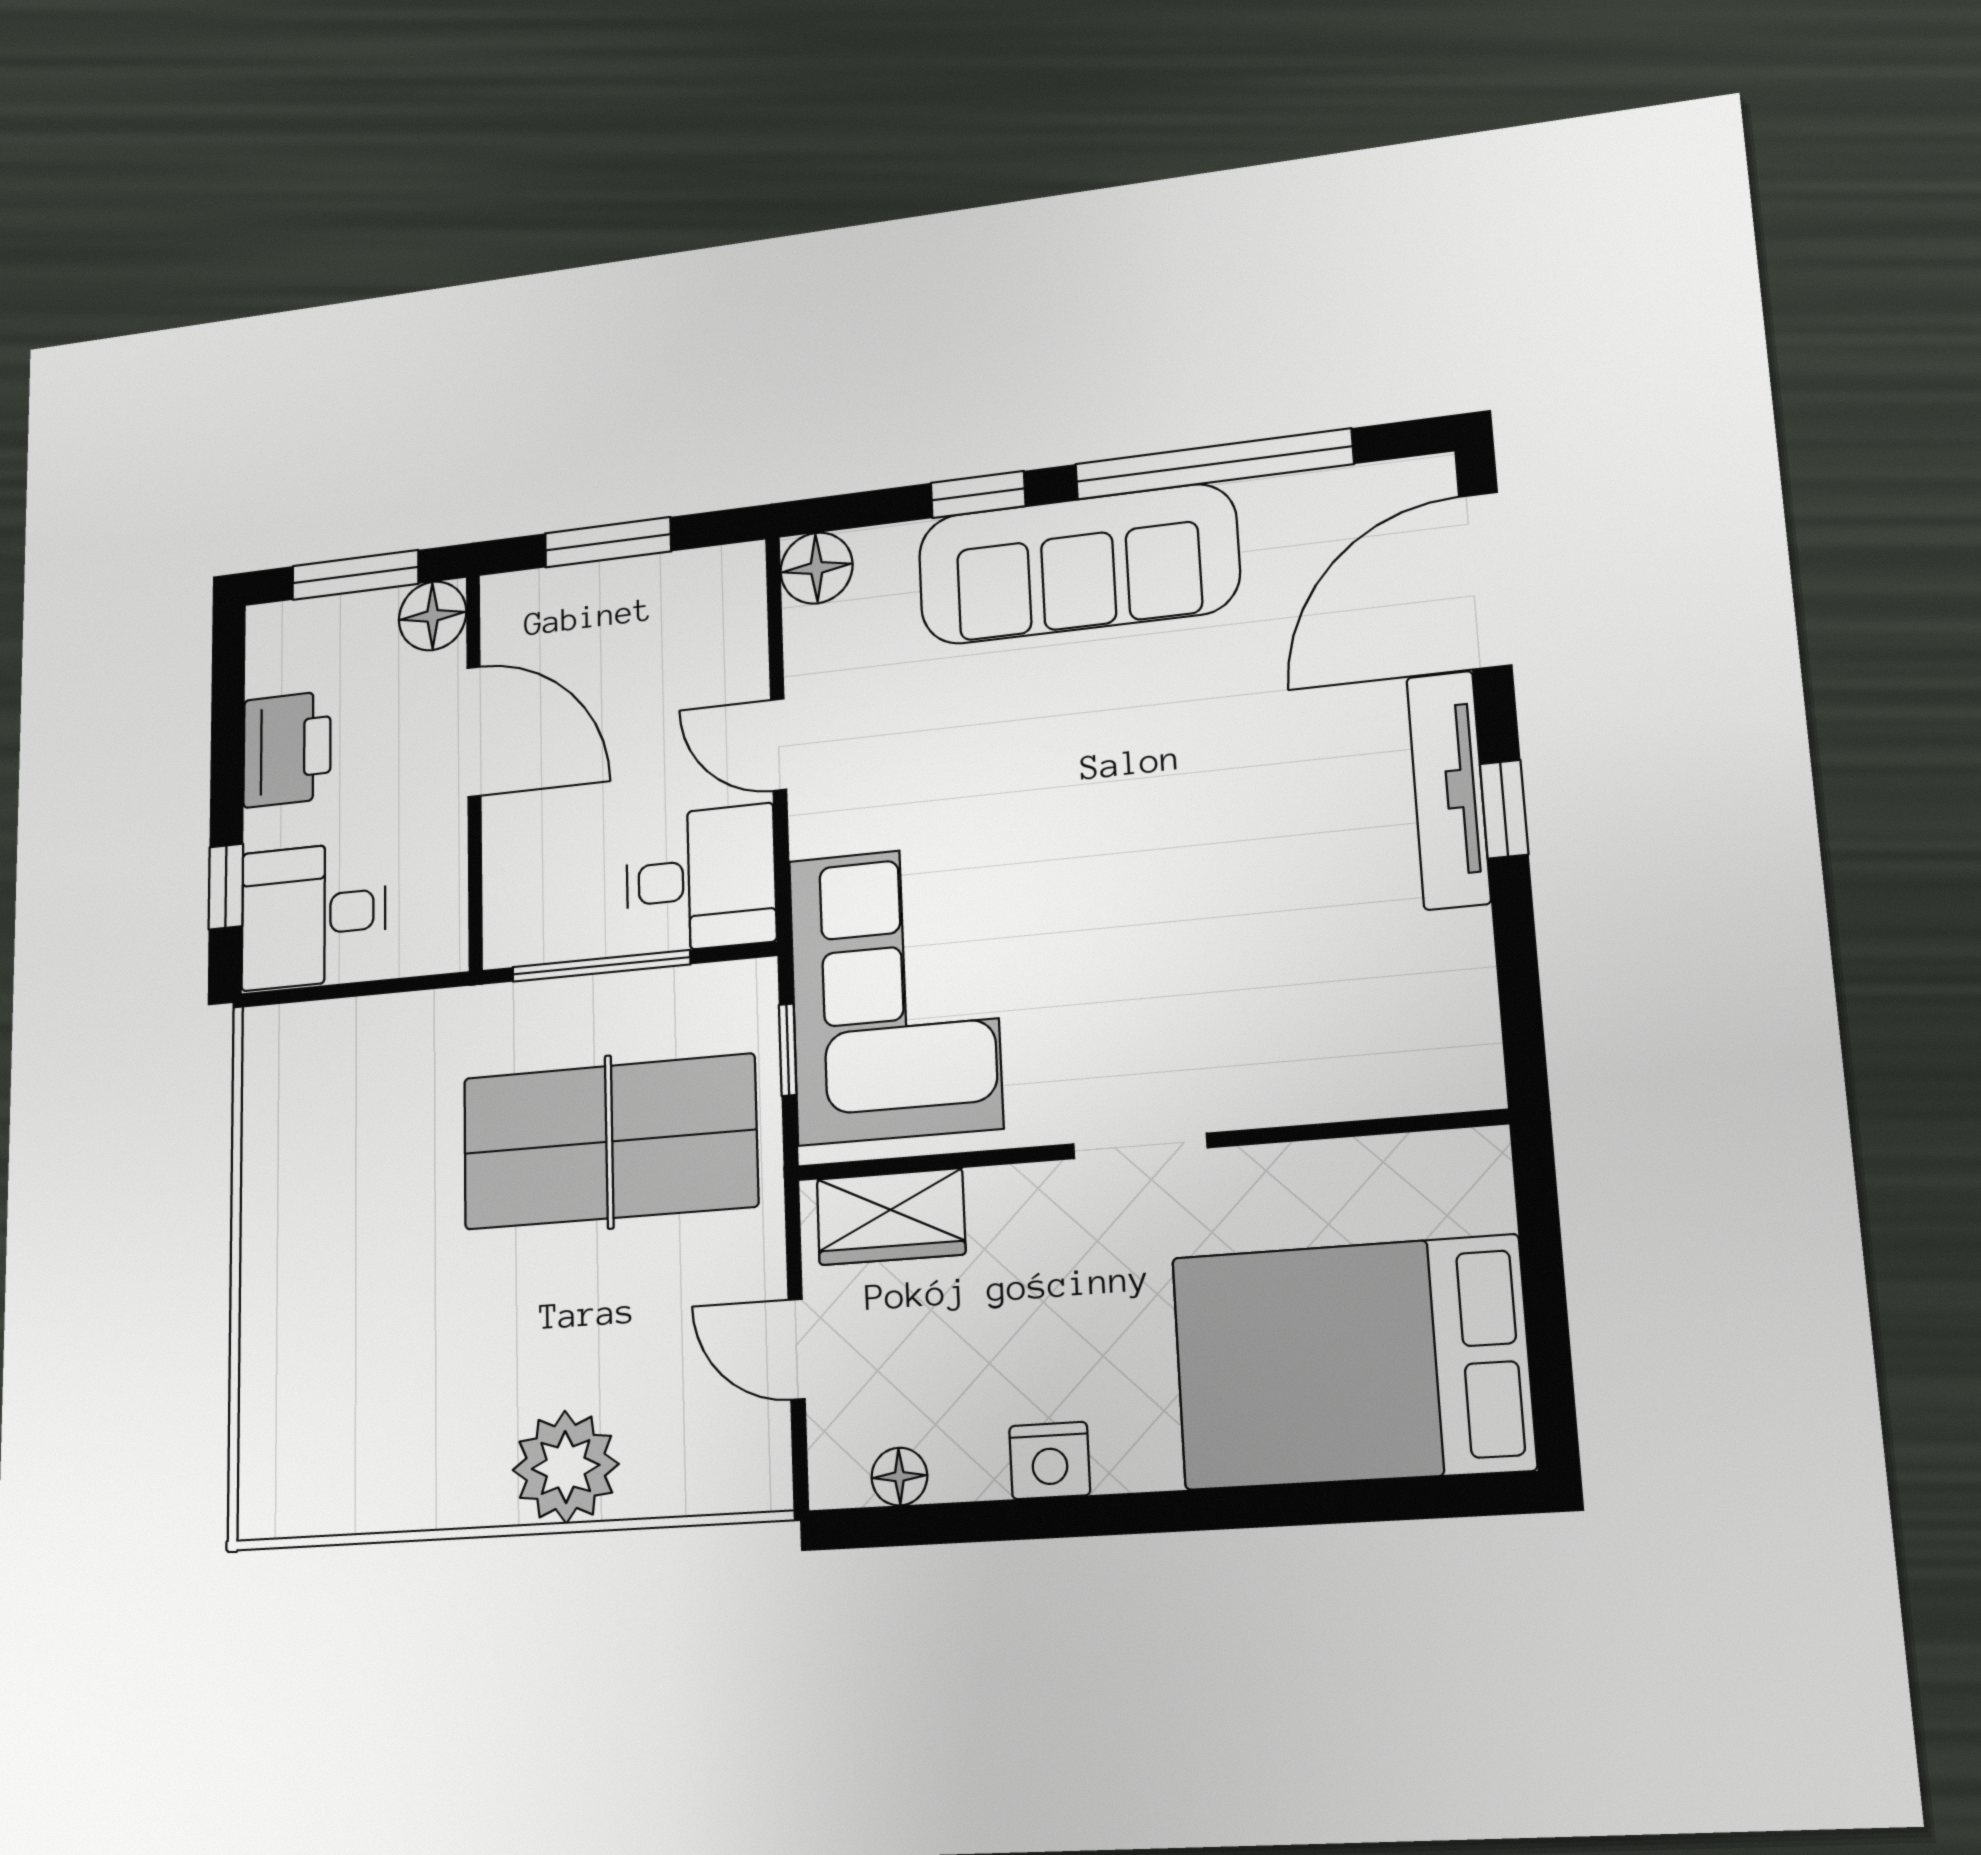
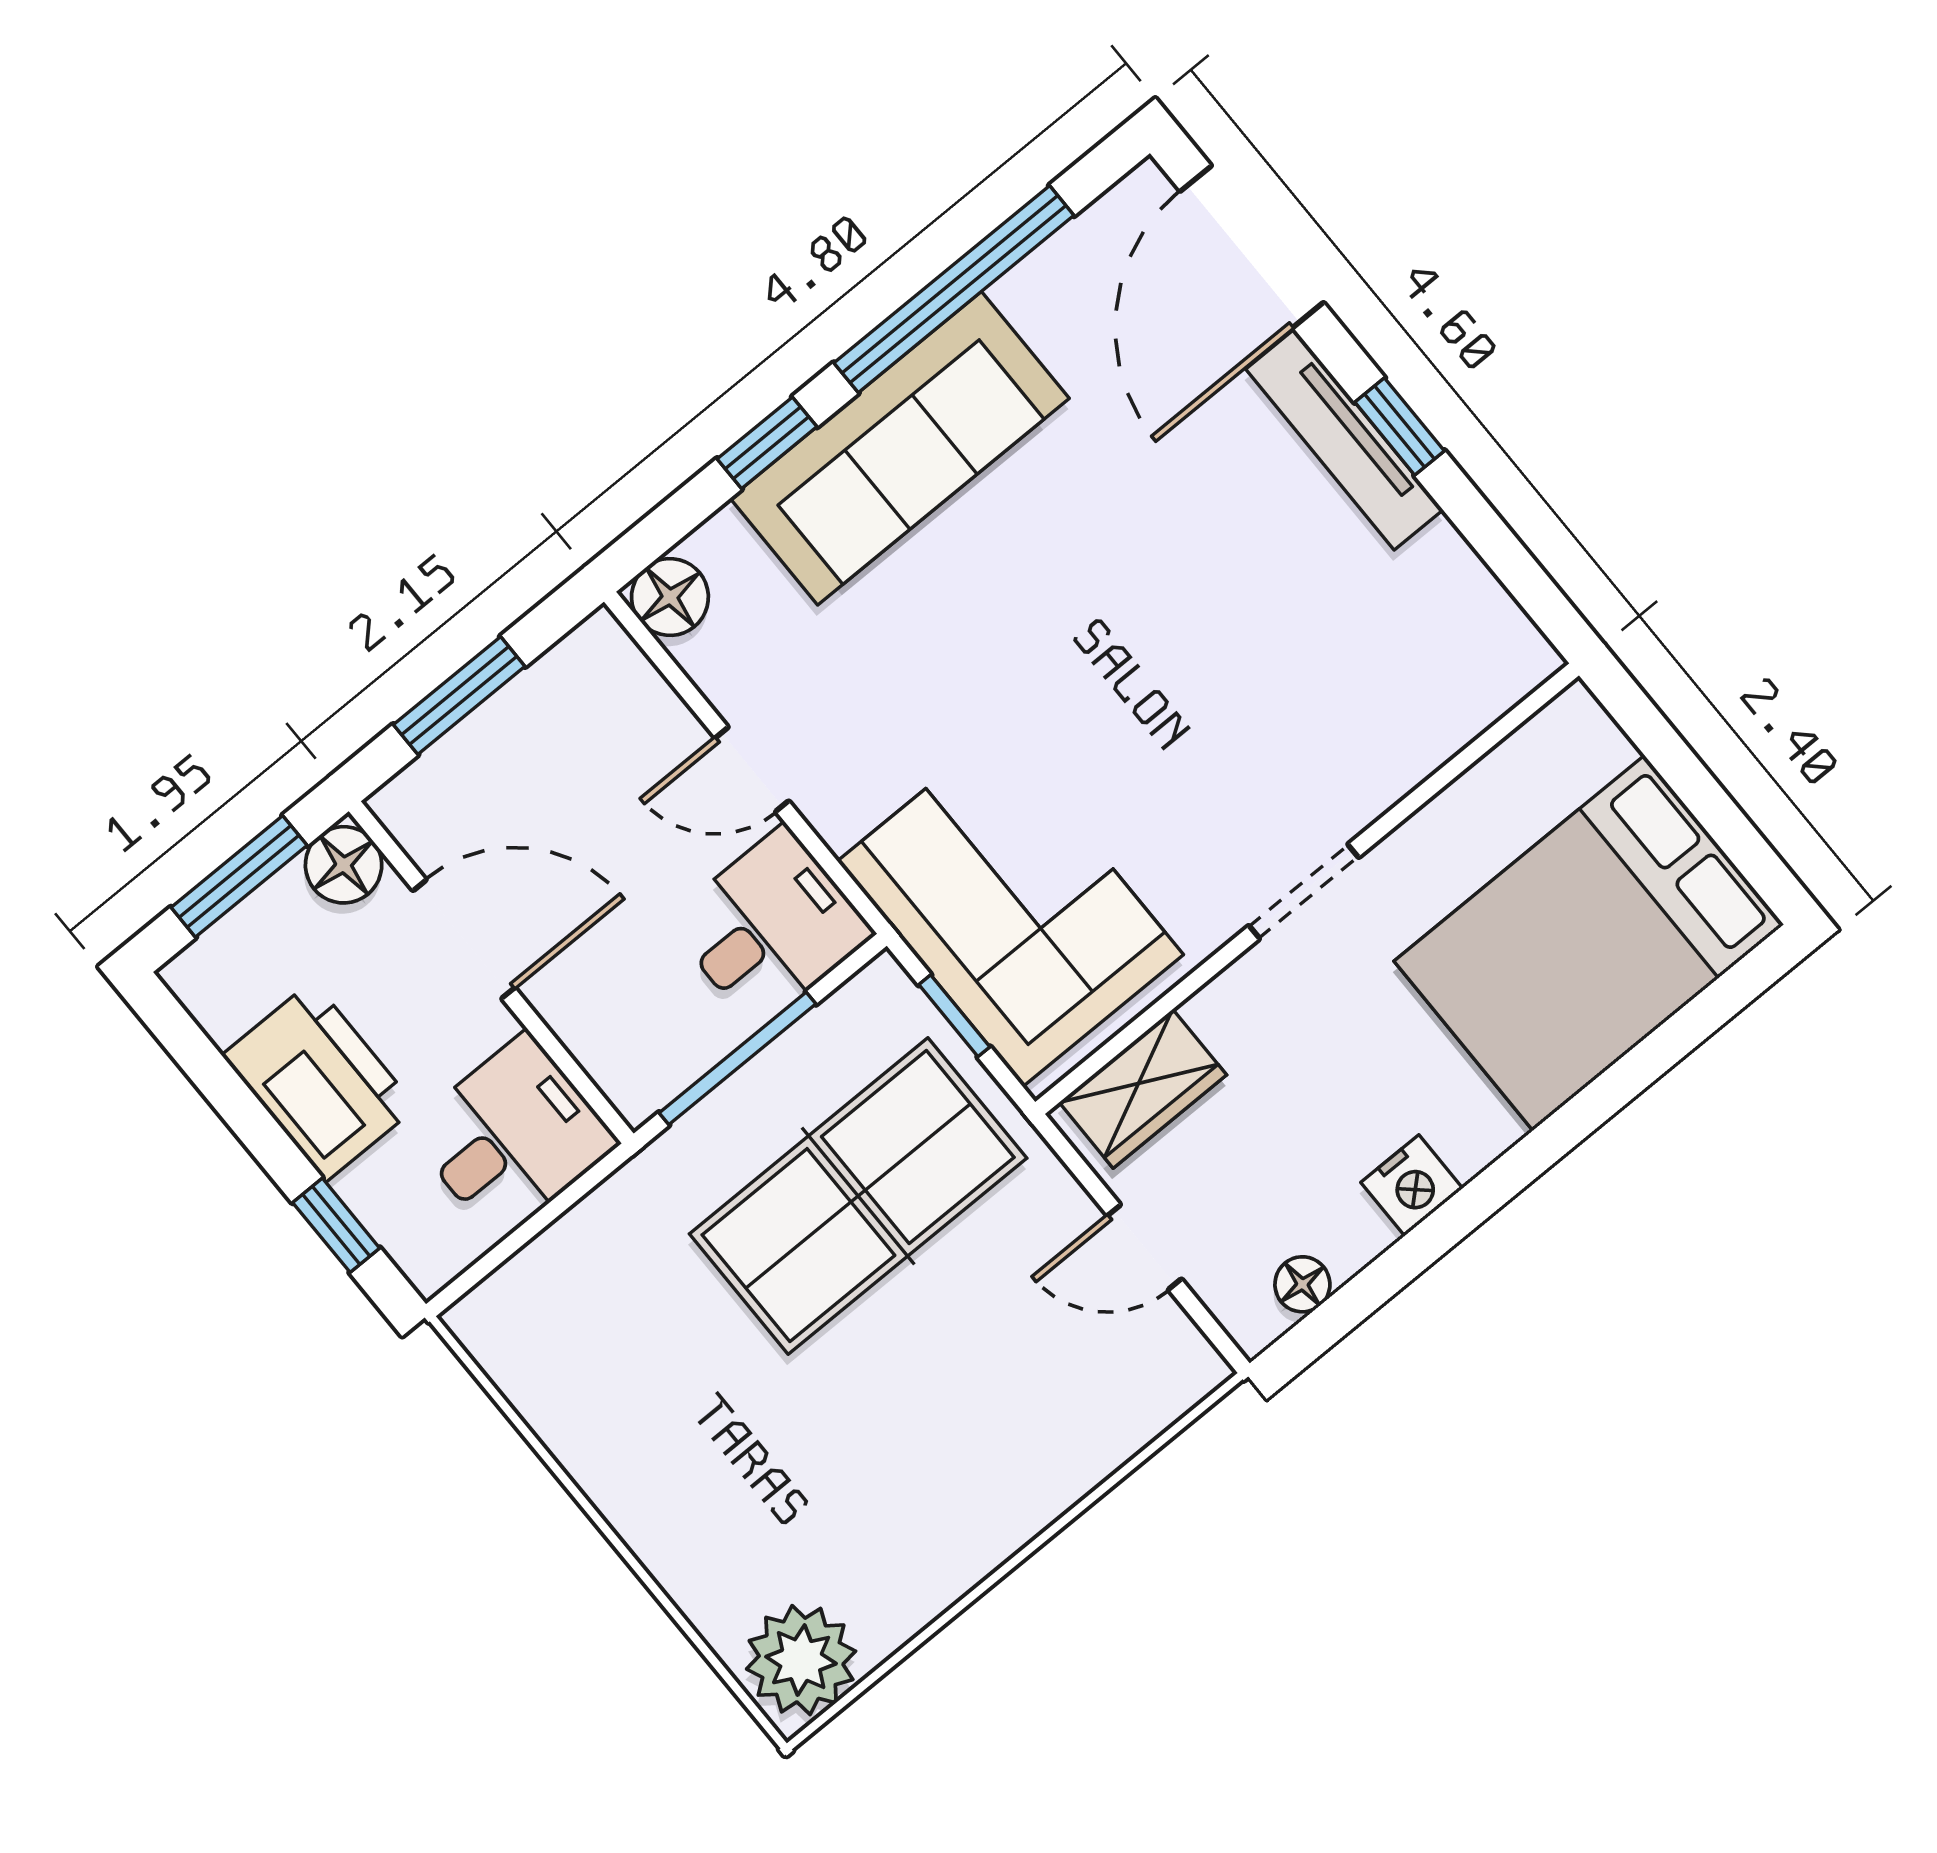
printer: (287, 749) -> (319, 1081), width x1.37, depth x1.19
desk: (313, 915) -> (512, 1137), moved, turned 180
plant: (566, 1467) -> (801, 1660), moved

